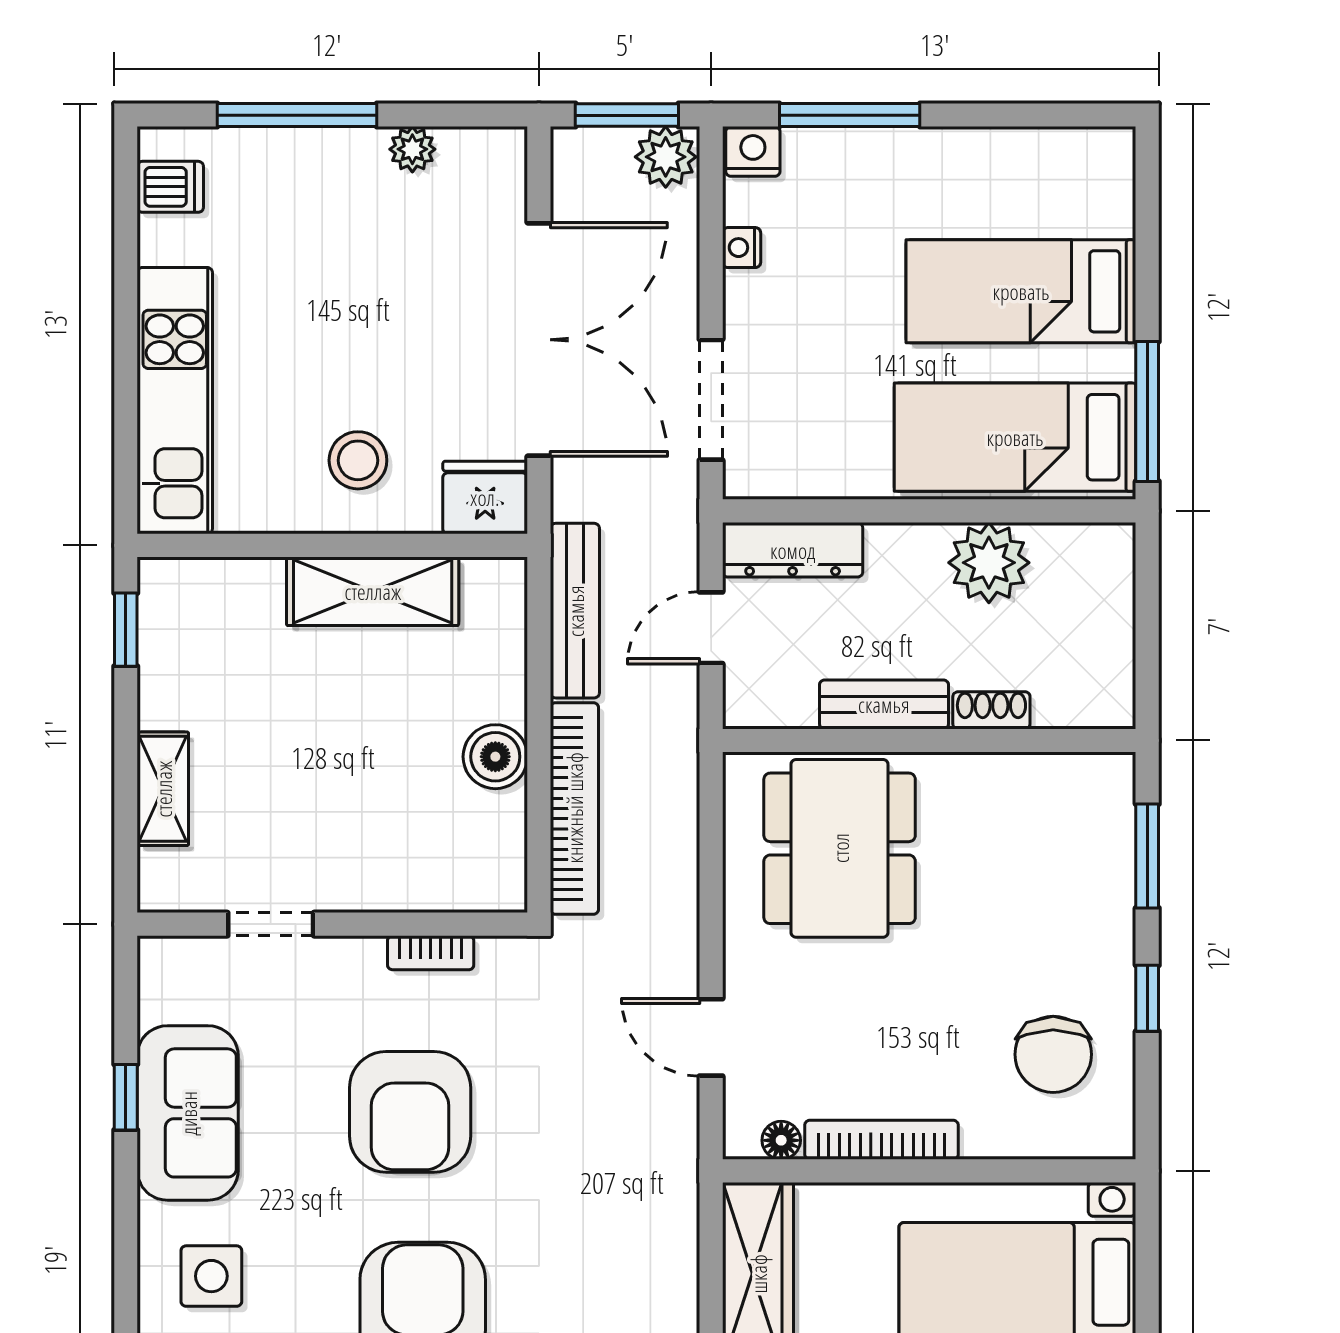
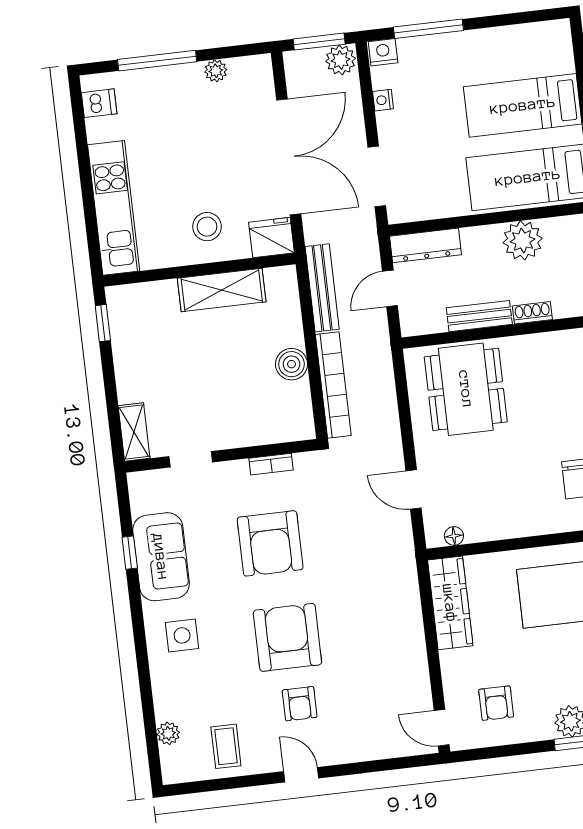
shelving: (163, 789) -> (134, 432), moved
bookcase: (881, 1140) -> (503, 530), removed

